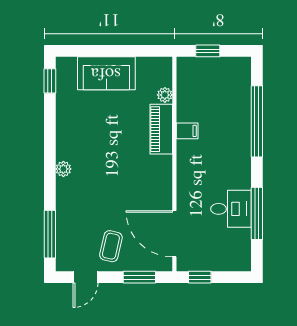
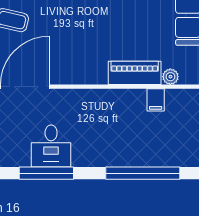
filing cabinet: (187, 131) -> (156, 100), moved

